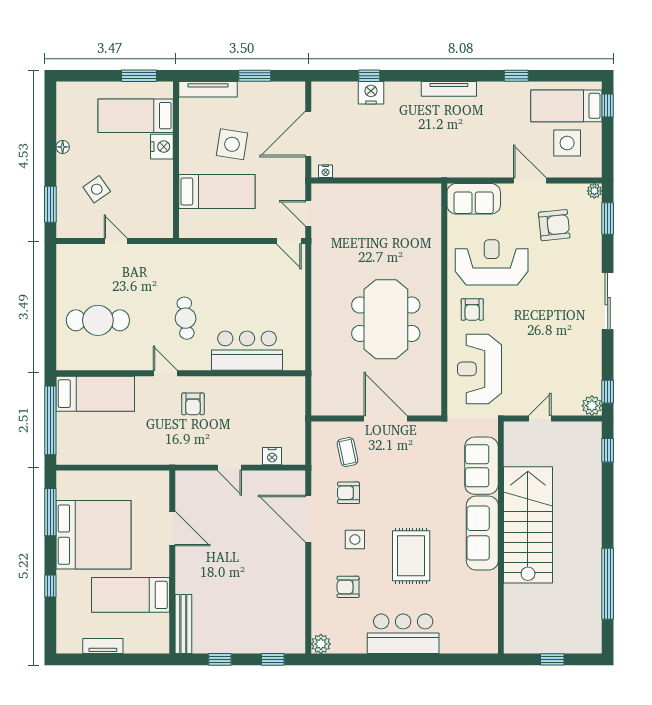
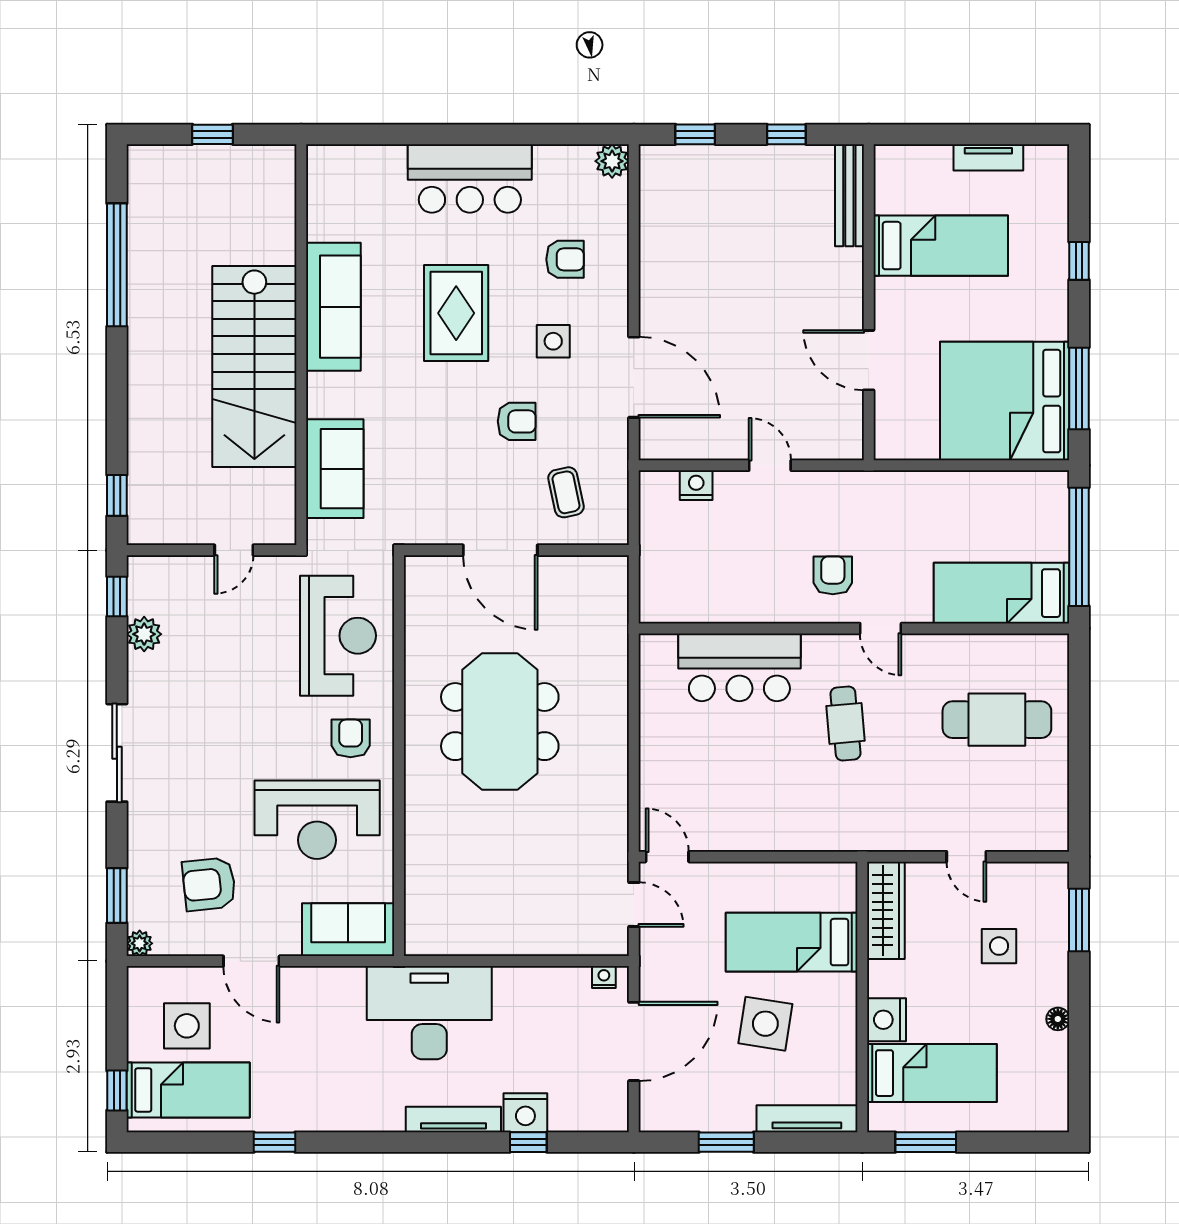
tv unit: (449, 89) -> (453, 1119), moved
desk: (427, 151) -> (429, 1013), added
side table: (97, 189) -> (999, 946), turned 35
wardrobe: (162, 210) -> (886, 910), added
plant: (592, 406) -> (144, 634), moved
armchair: (348, 493) -> (517, 421), moved
sofa: (482, 533) -> (333, 307), moved
bed: (93, 535) -> (1005, 401), moved

